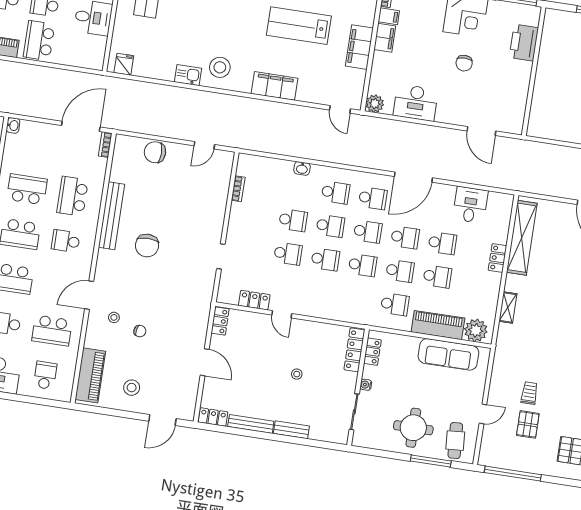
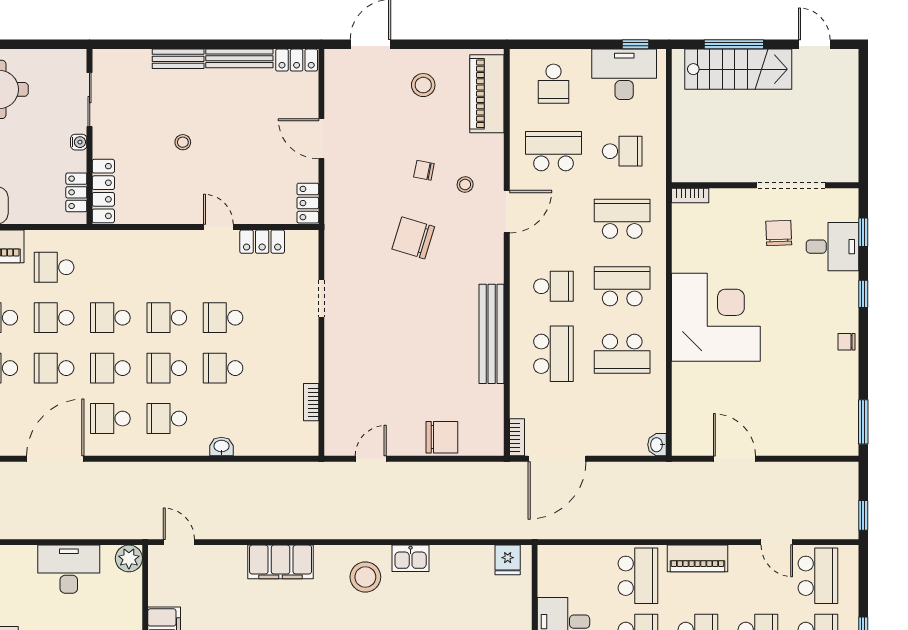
chair: (147, 246) -> (413, 238), moved, turned -73

